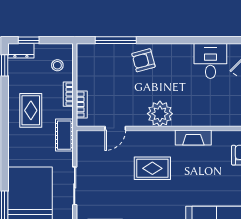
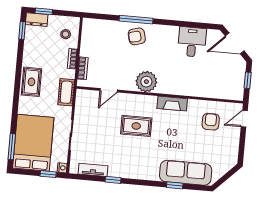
window: (116, 40) -> (136, 20), moved
rug: (31, 110) -> (31, 82), moved

